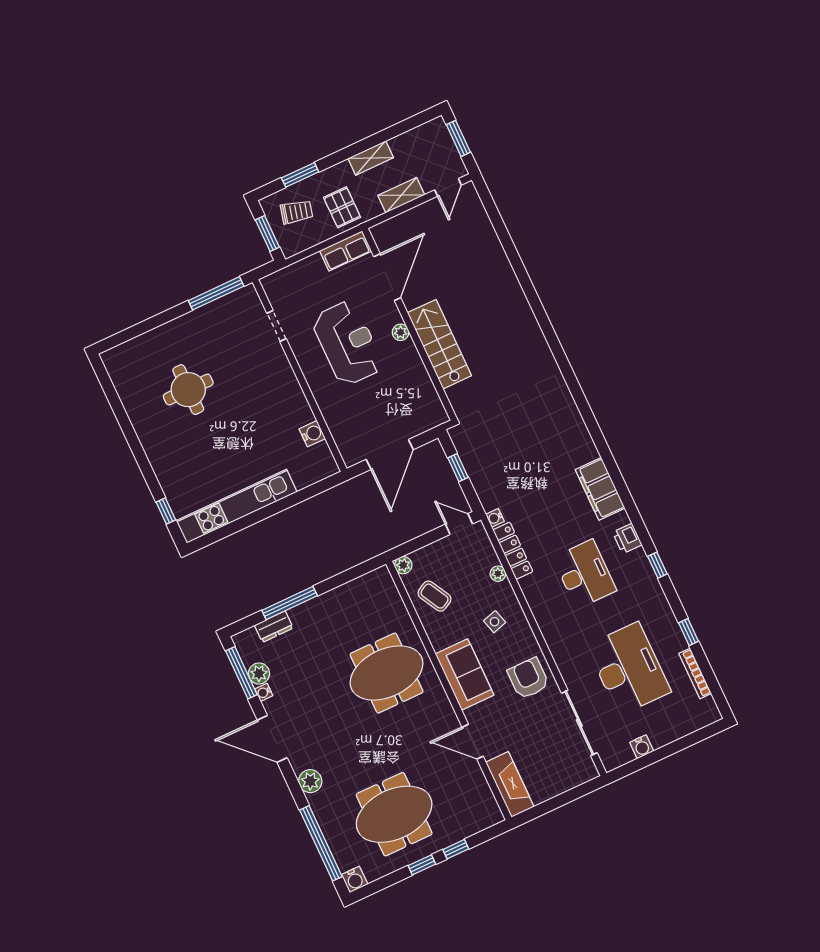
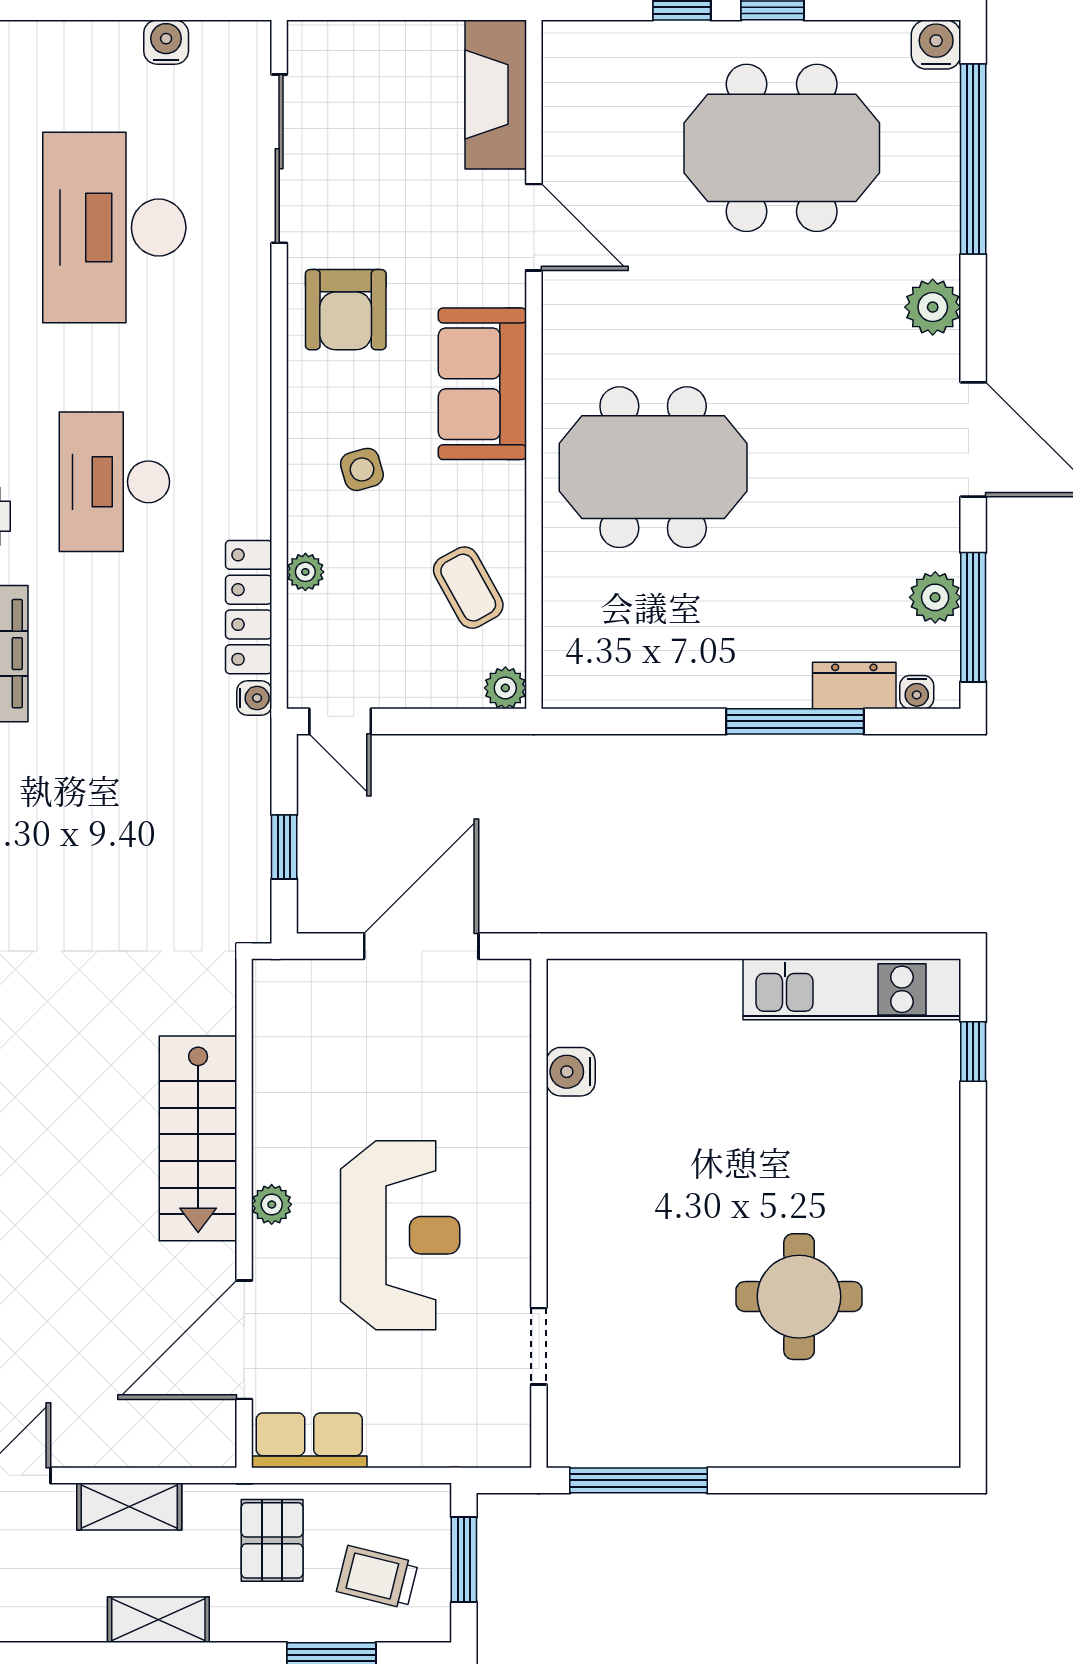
reception desk: (347, 343) -> (400, 1235), turned 180
kitchen unit: (237, 506) -> (852, 989), width x0.73
water cooler: (264, 692) -> (917, 692), moved, turned 90

